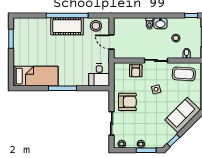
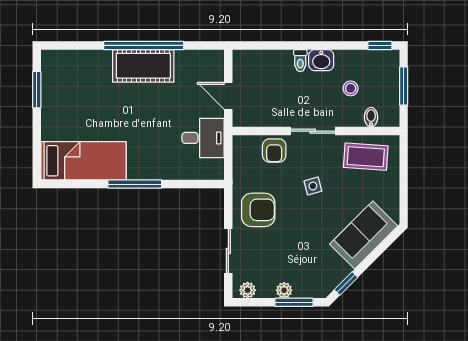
stool: (96, 26) -> (198, 65), removed
desk: (99, 75) -> (203, 138), moved, turned -90

